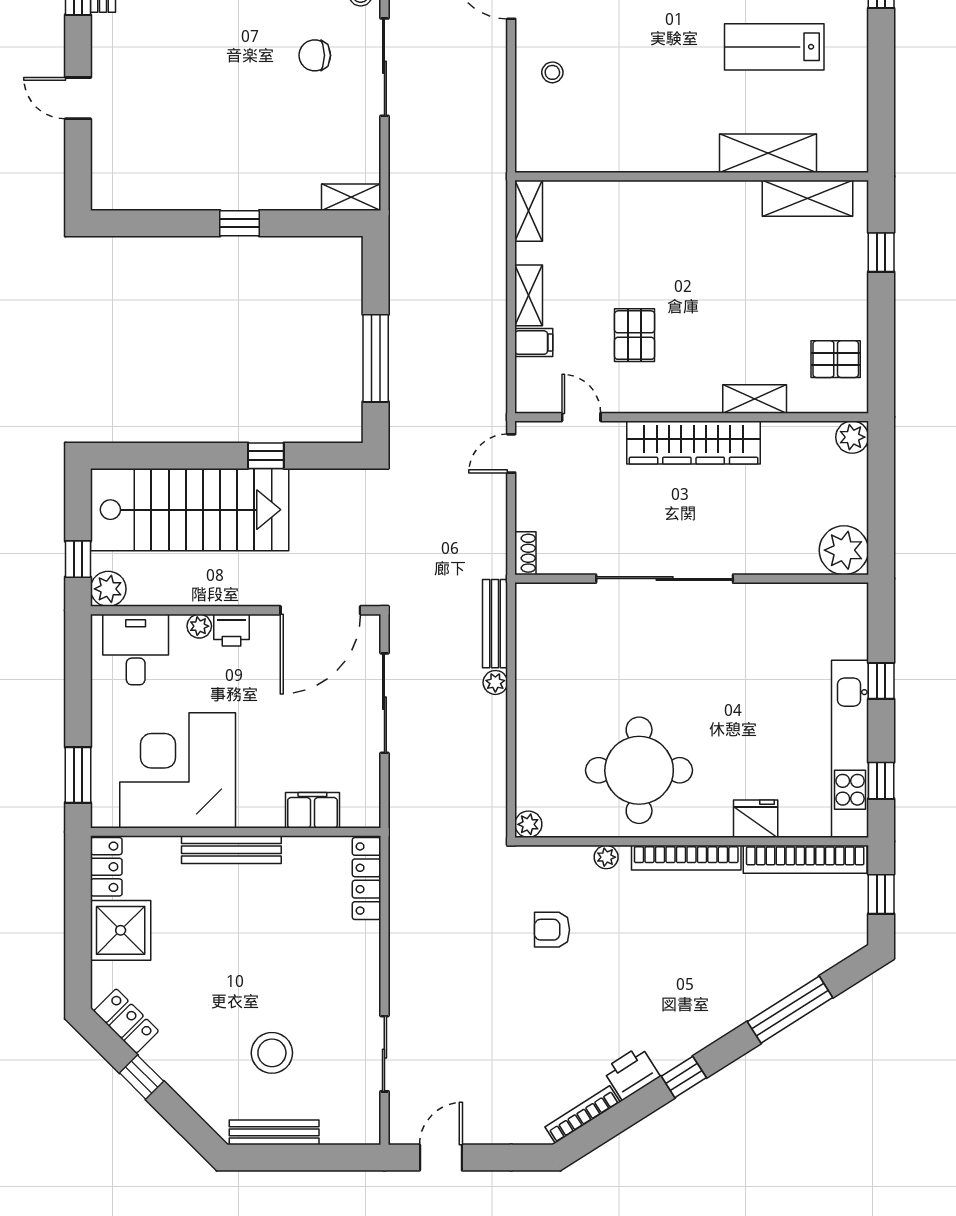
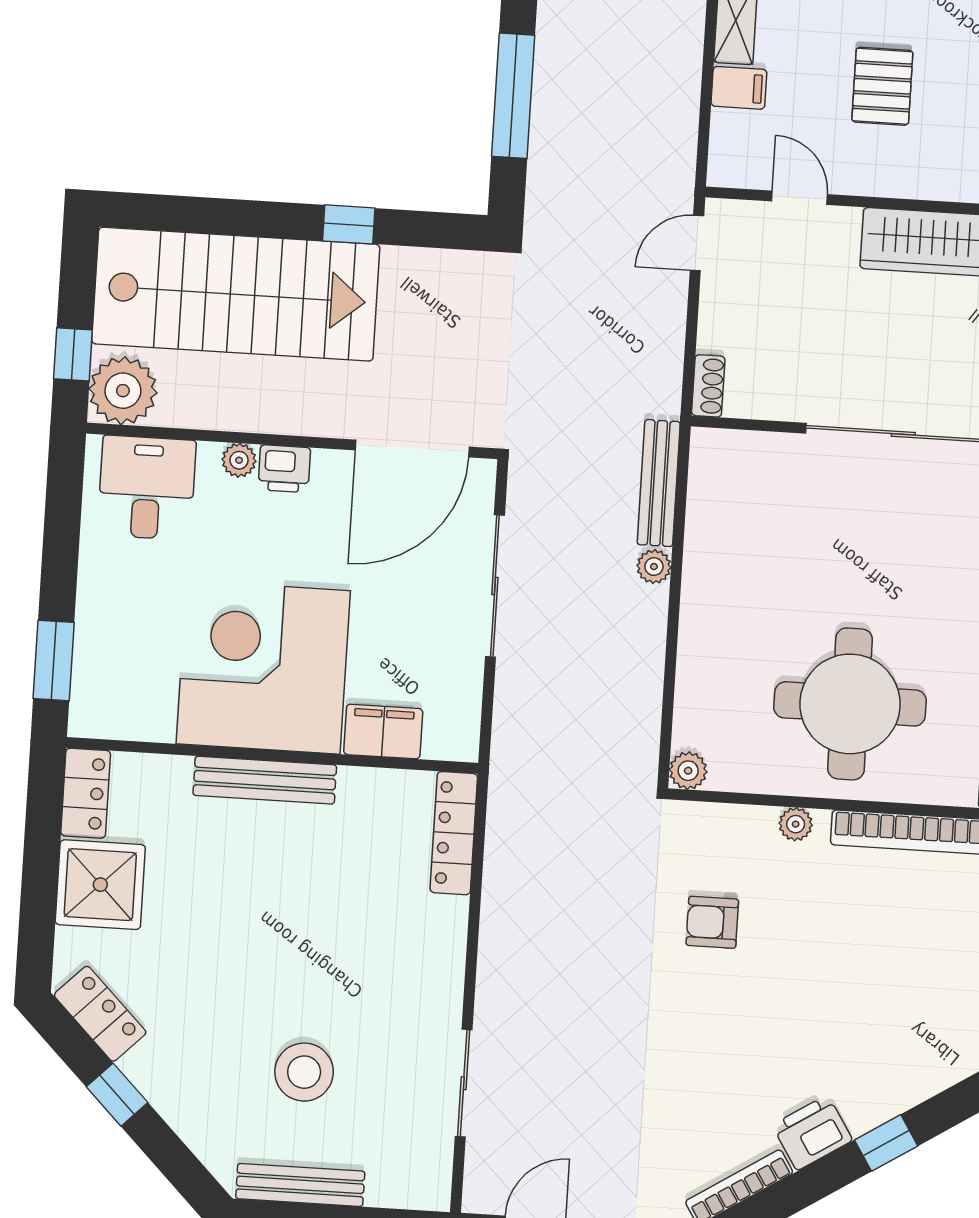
plant: (108, 589) -> (123, 391), width x1.36, depth x1.36
corner desk: (178, 770) -> (263, 667), moved

